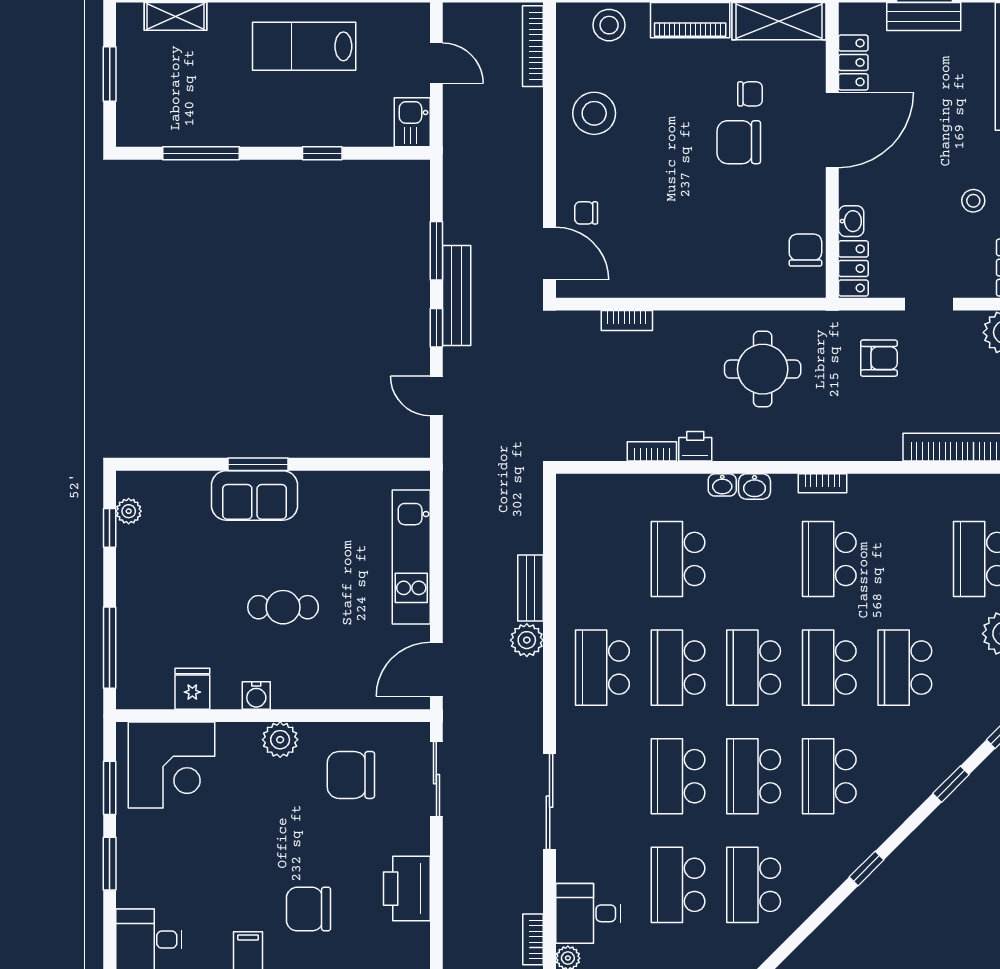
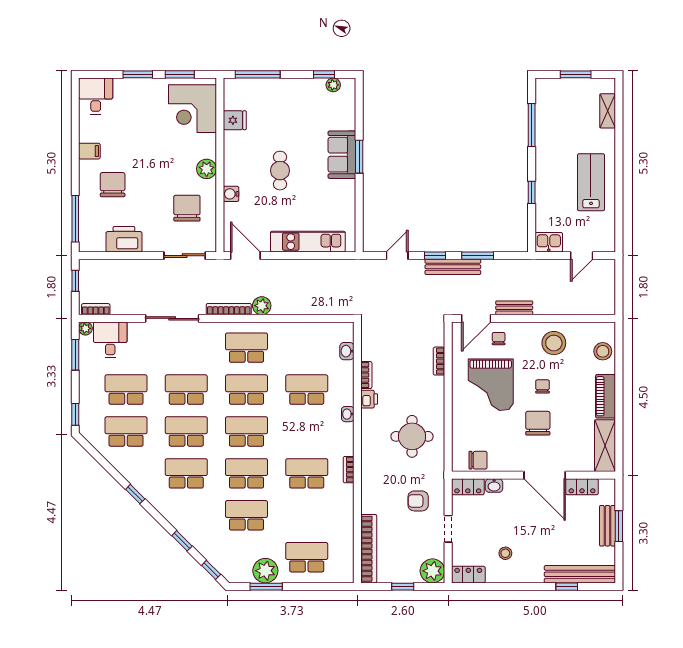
bookcase: (533, 46) -> (229, 309), moved
chair: (750, 94) -> (543, 386), moved, turned 180
grand piano: (669, 227) -> (491, 385), added
armchair: (879, 358) -> (418, 501), turned 90
washbasin: (754, 486) -> (347, 351), moved
bench: (531, 588) -> (514, 308), moved
water cooler: (256, 695) -> (231, 194), moved

